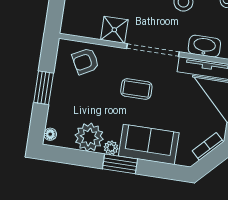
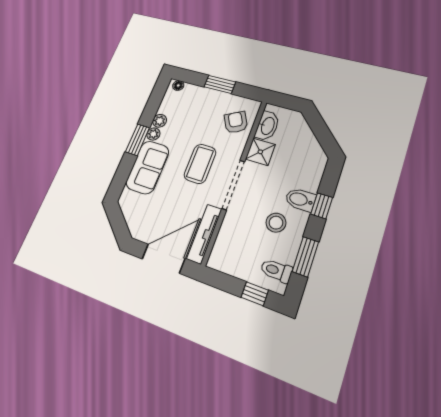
washbasin: (204, 46) -> (267, 126), moved
coffee table: (136, 89) -> (200, 164), width x1.36, depth x1.30
plant: (89, 137) -> (160, 121), width x0.53, depth x0.53
bookcase: (208, 146) -> (131, 221), removed

